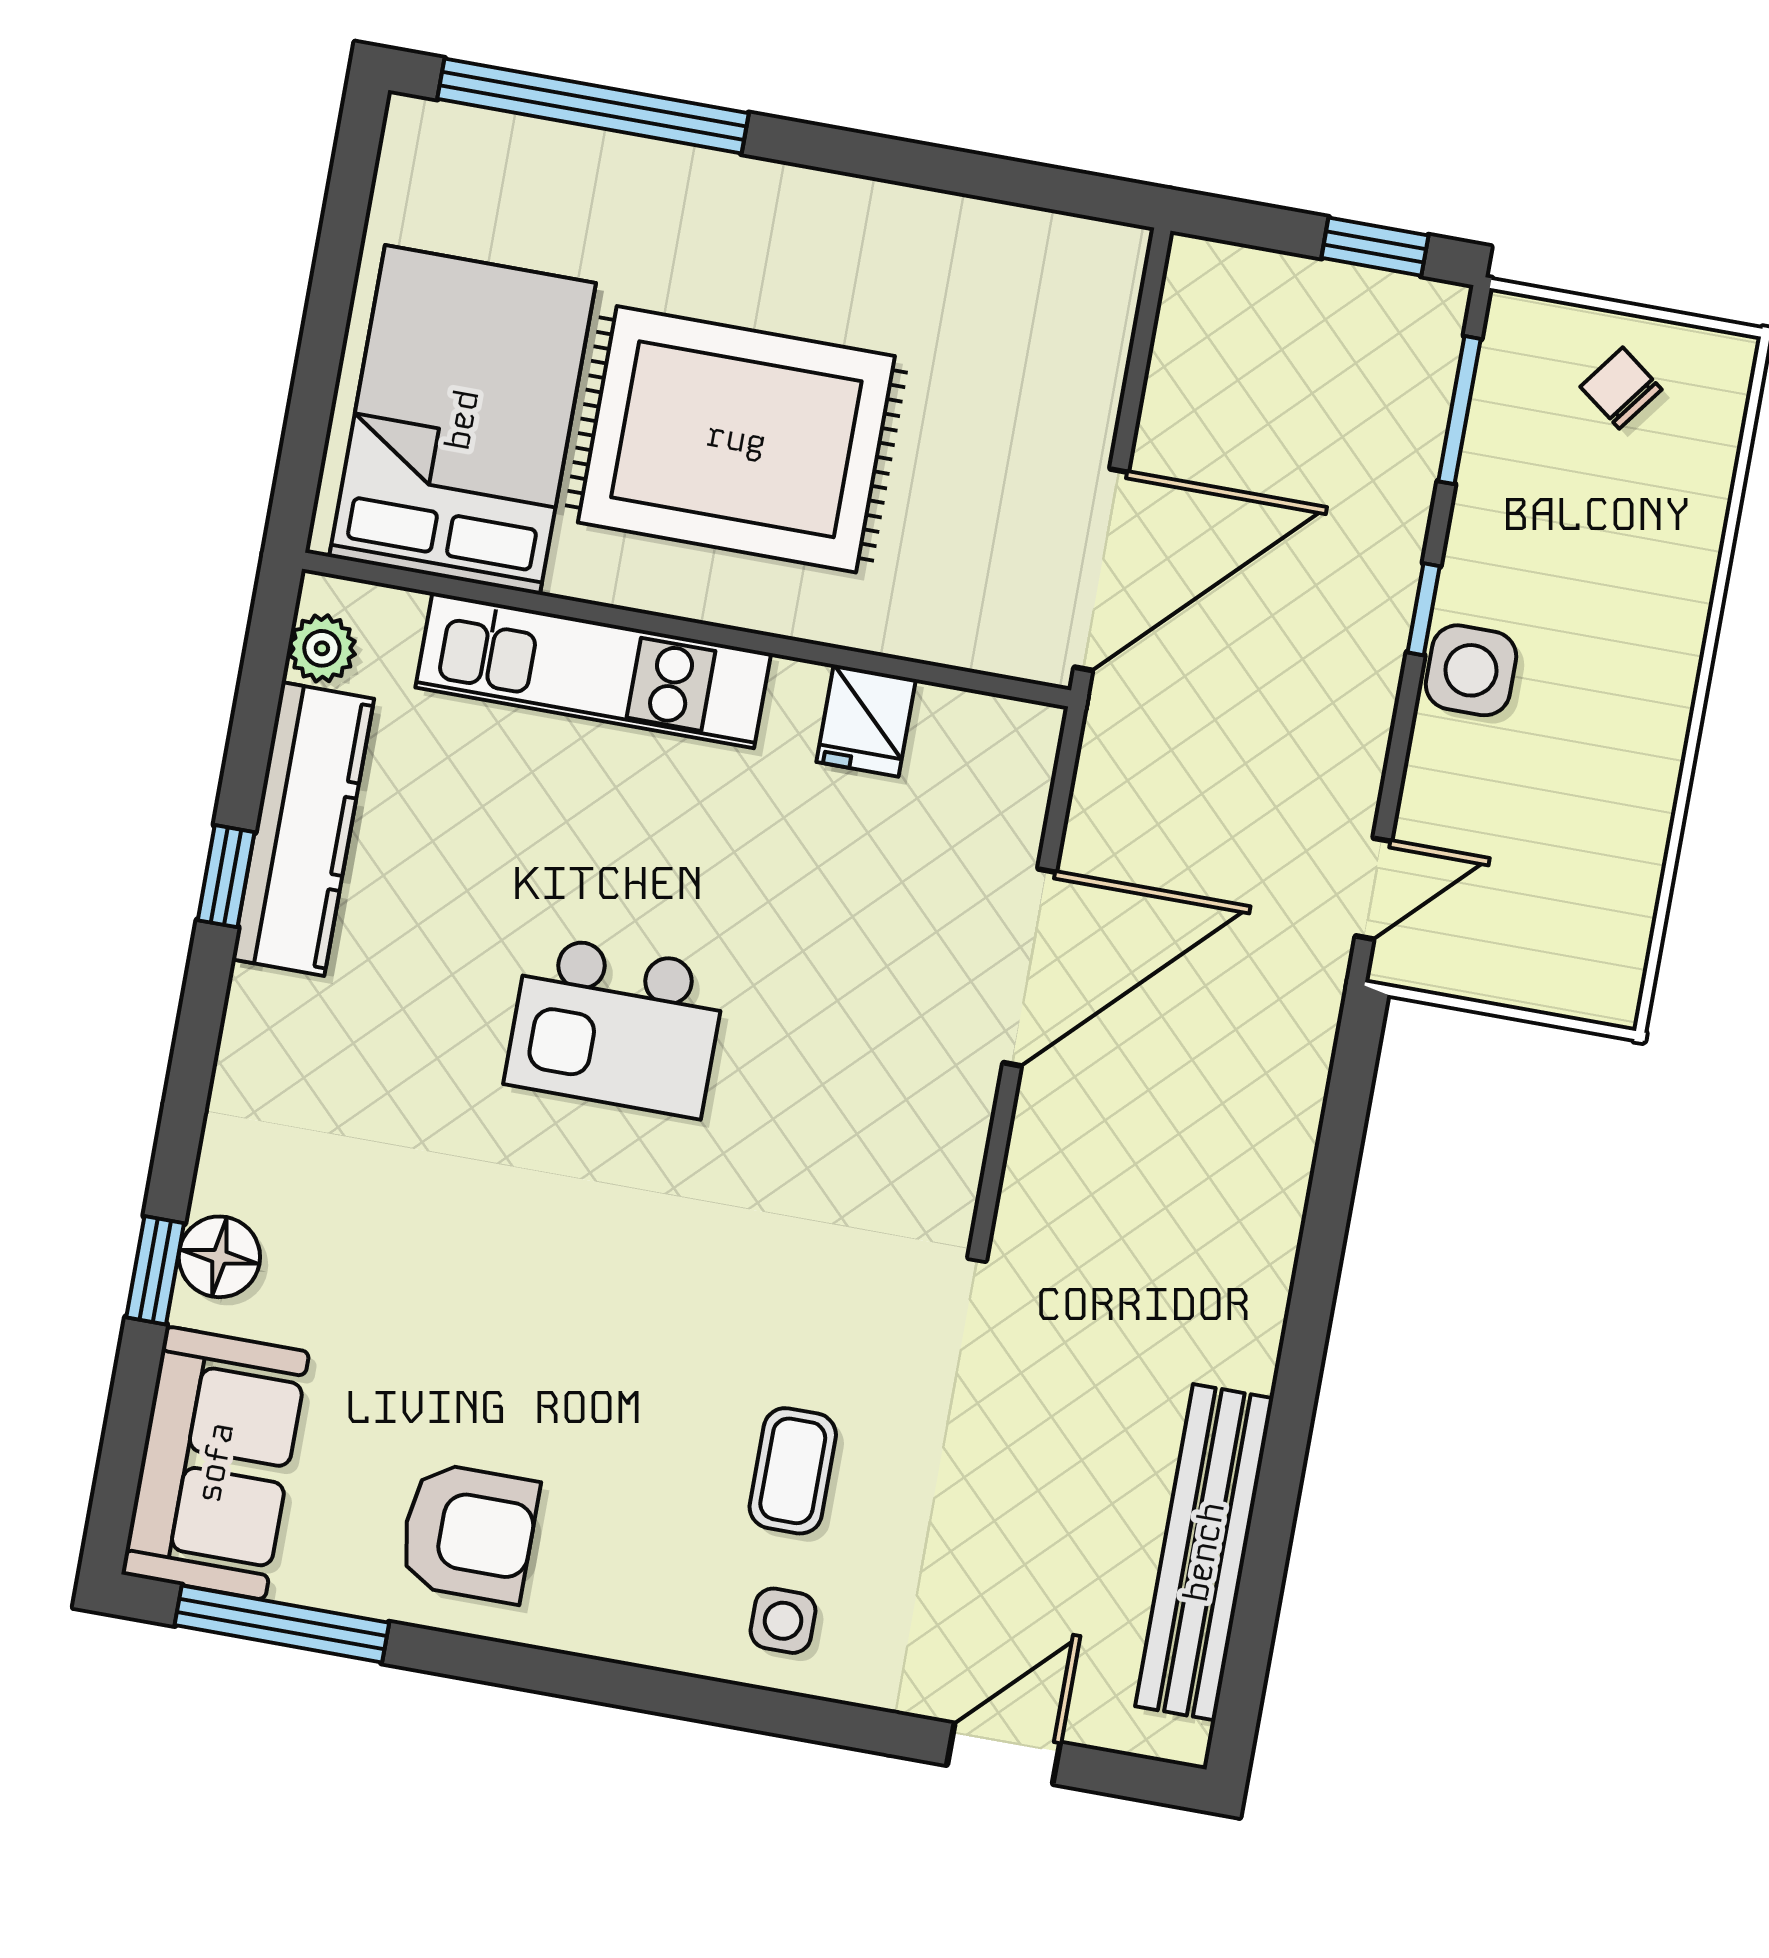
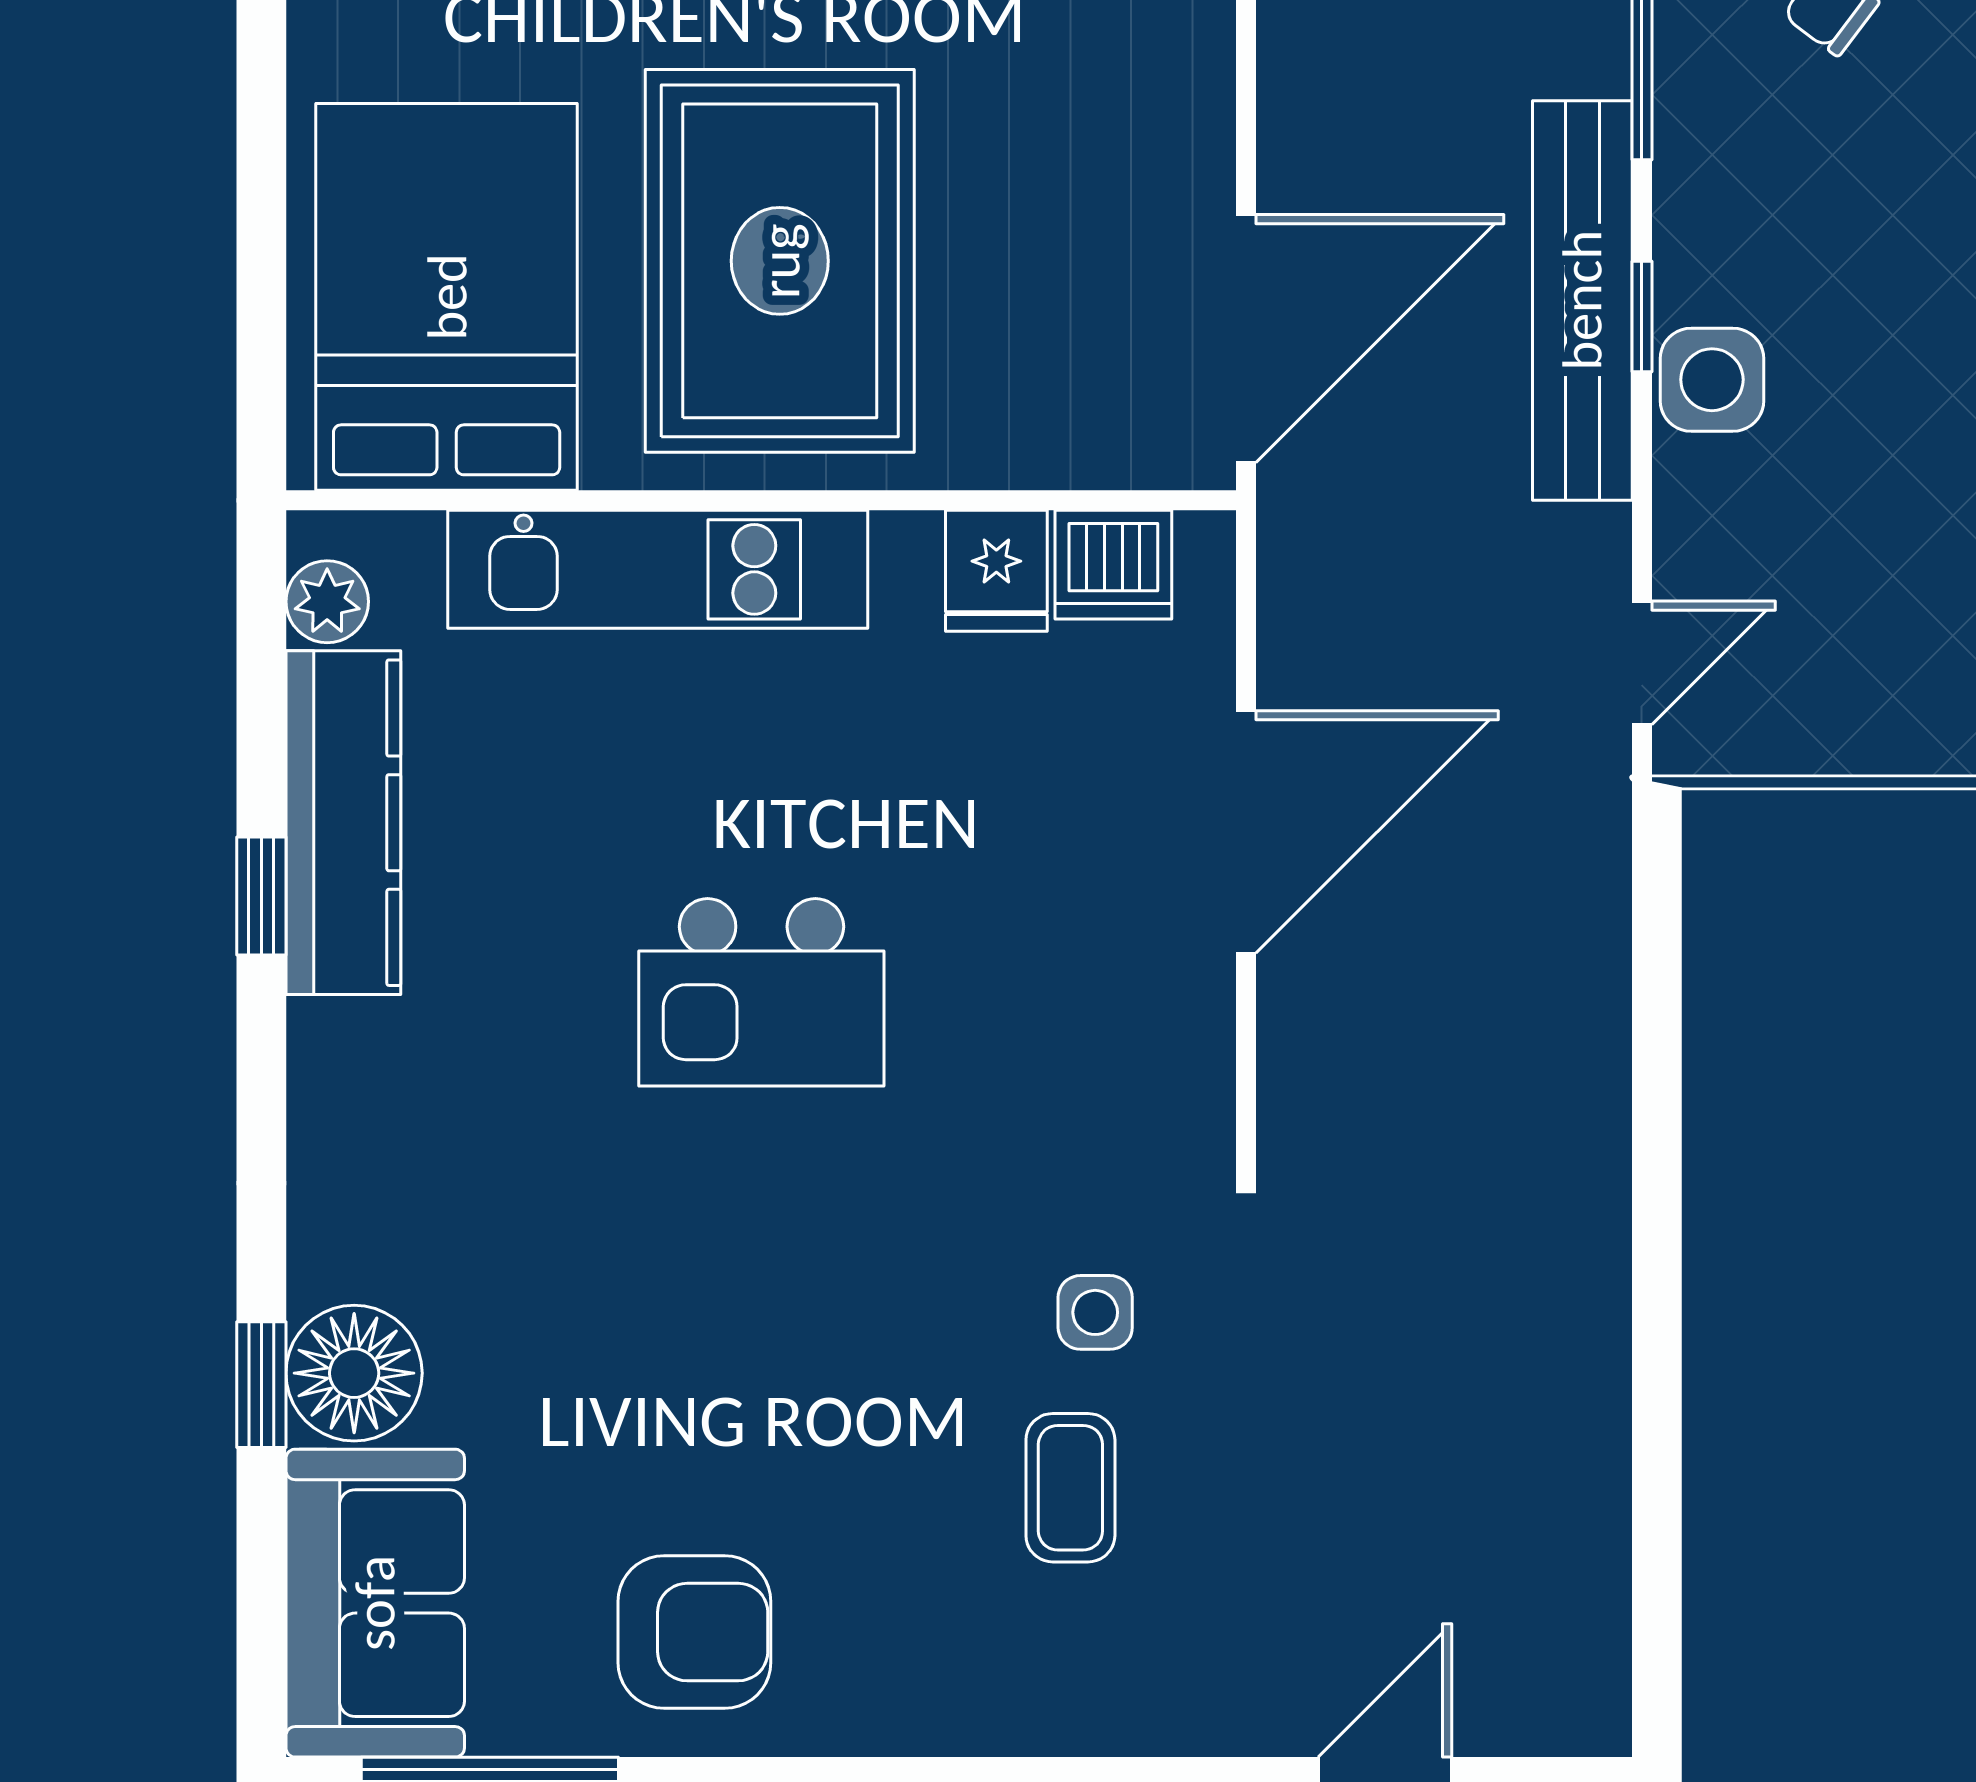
rug: (736, 439) -> (780, 261), turned 90
dishwasher: (961, 733) -> (1113, 565), added
floor lamp: (219, 1257) -> (354, 1373), width x1.38, depth x1.38
bench: (1204, 1552) -> (1582, 300), moved
side table: (783, 1621) -> (1095, 1312), moved

